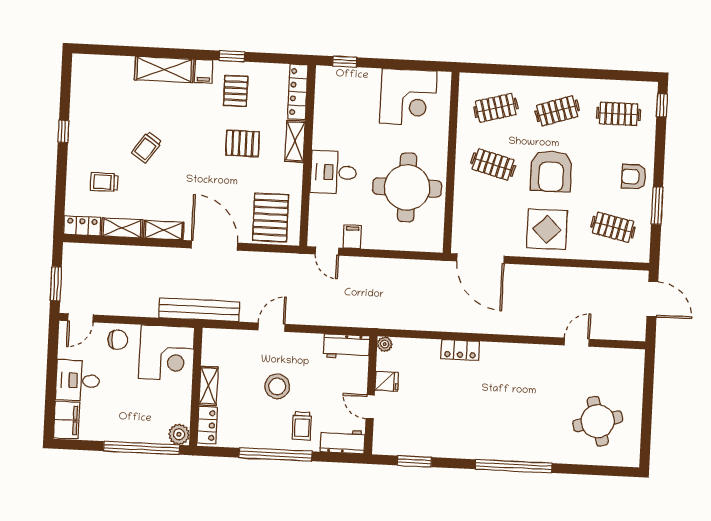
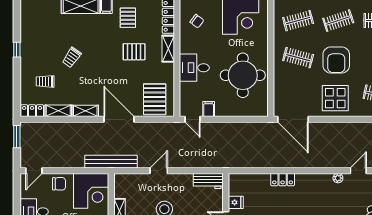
chair: (341, 101) -> (197, 21), added
window: (56, 284) -> (17, 137), moved
plant: (385, 344) -> (338, 178), moved

